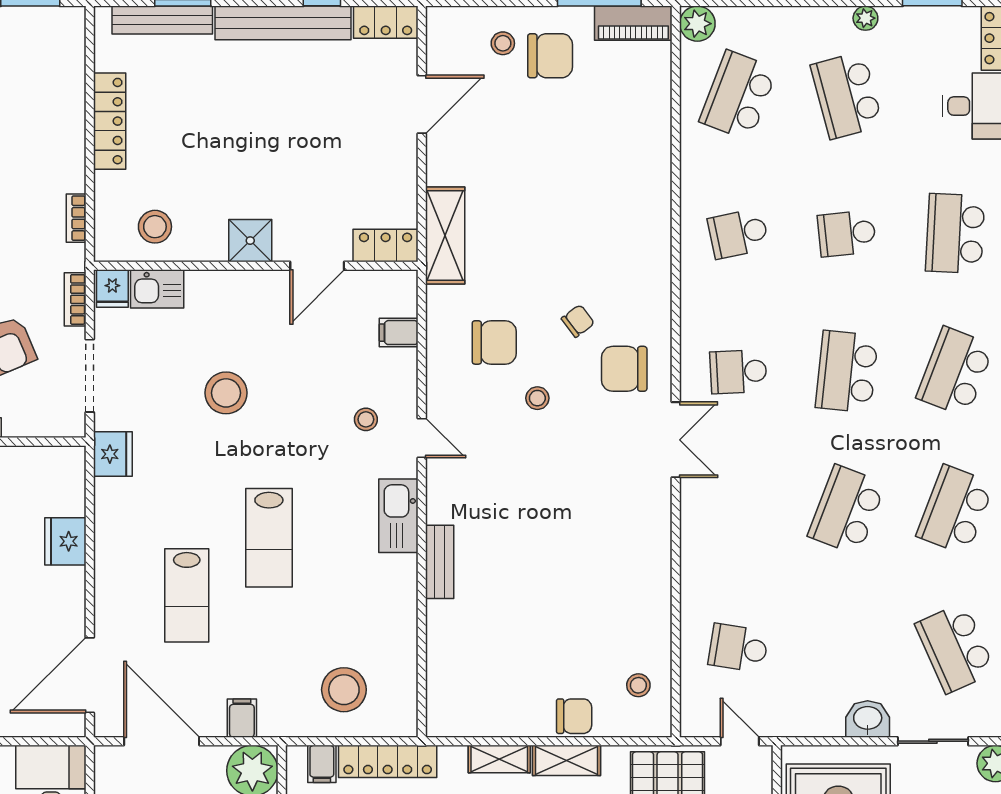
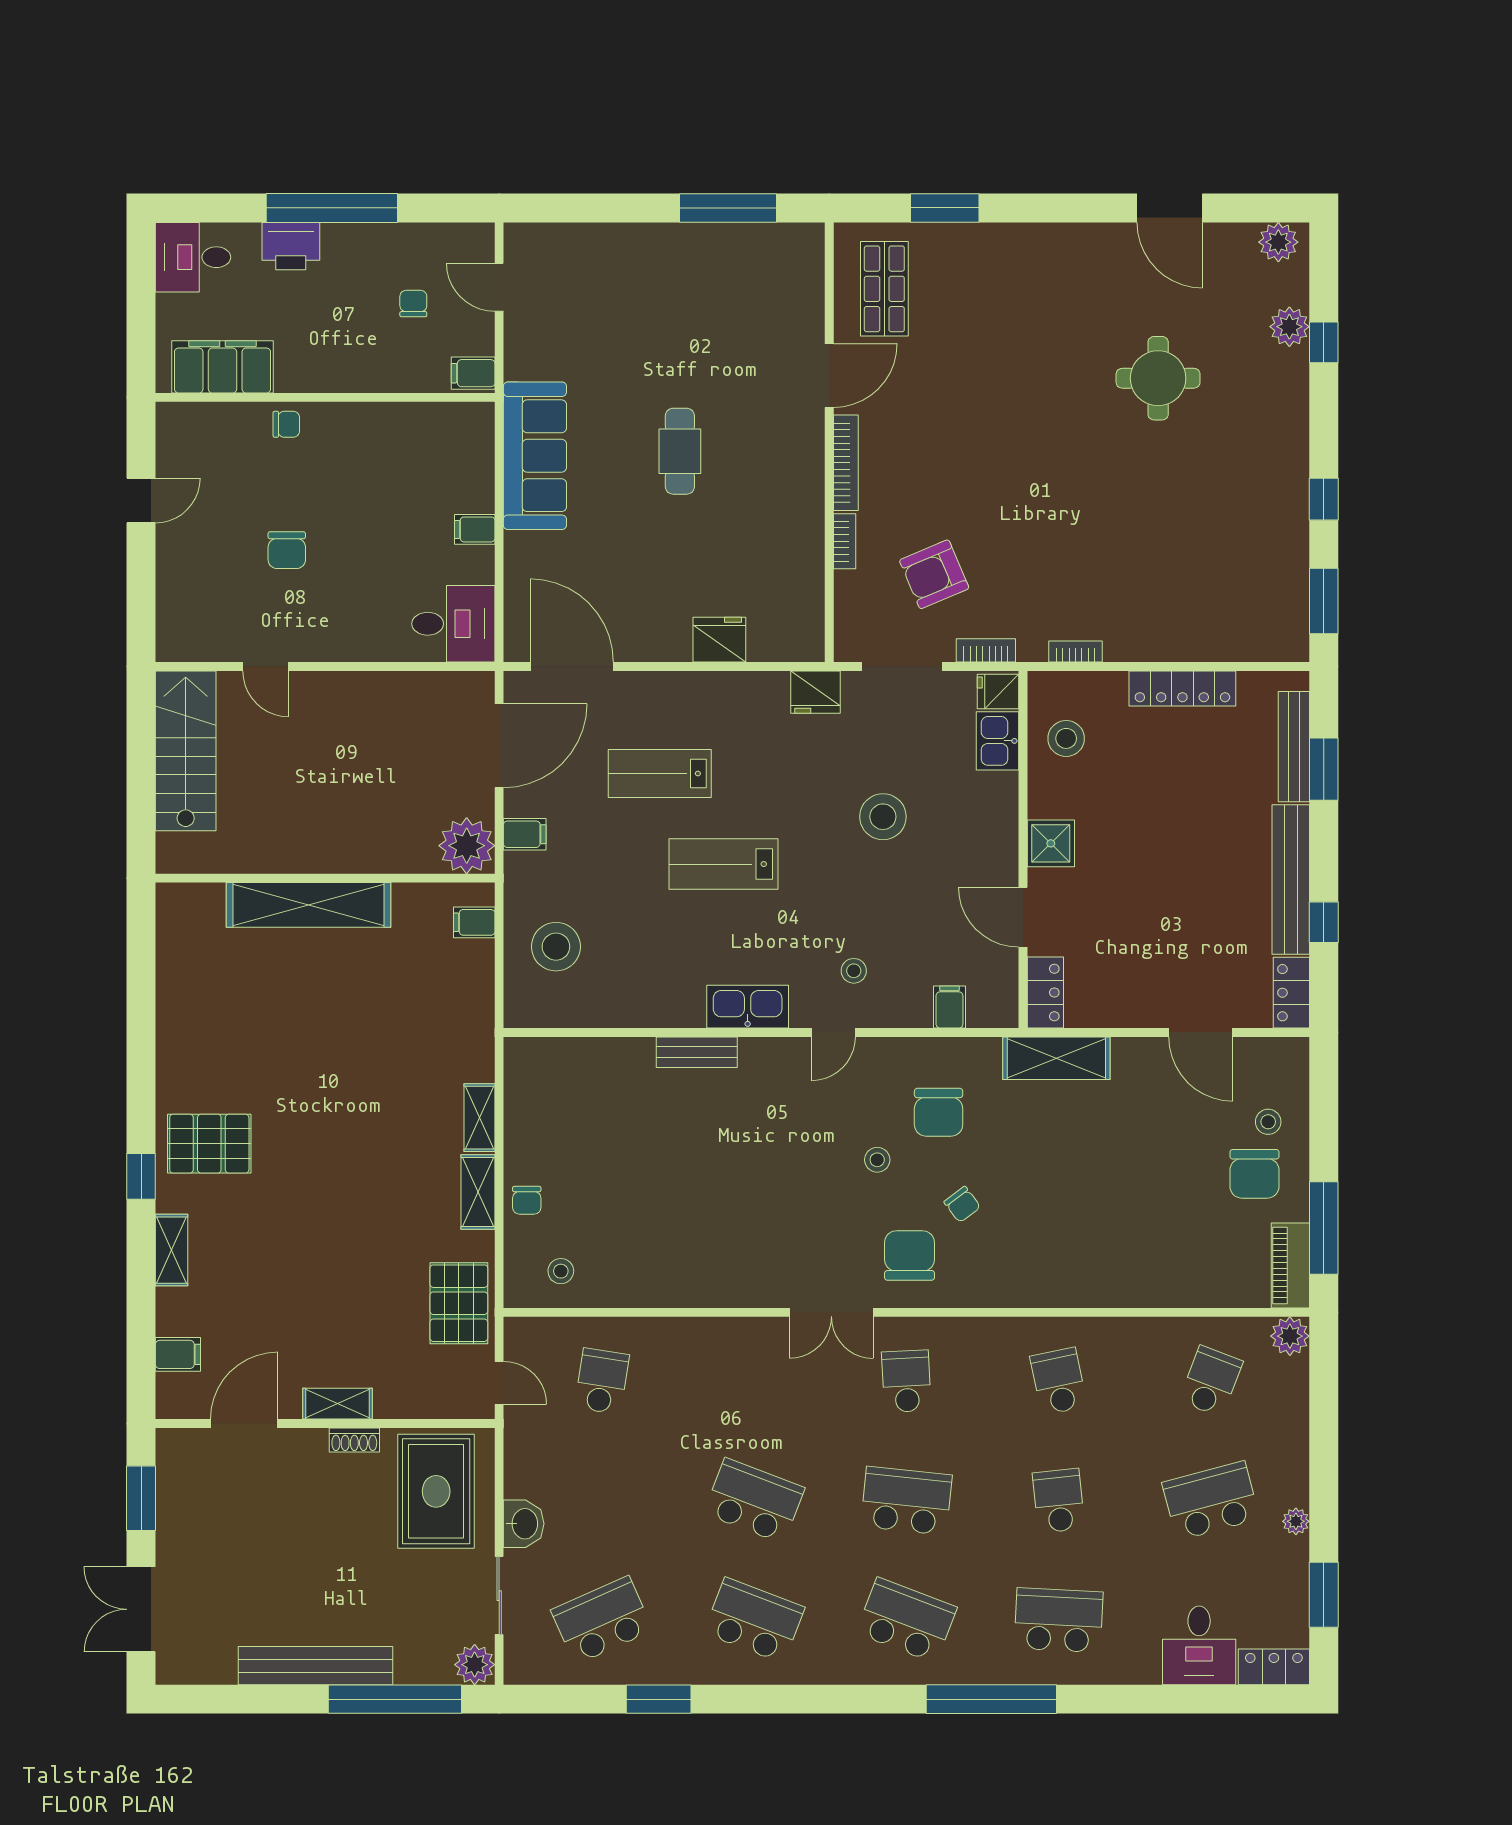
school desk: (738, 95) -> (1211, 1381), width x0.54
chair: (574, 716) -> (527, 1200), width x0.73, depth x0.73
door: (740, 741) -> (499, 1383), hinge flipped
locker: (388, 761) -> (477, 995), removed

